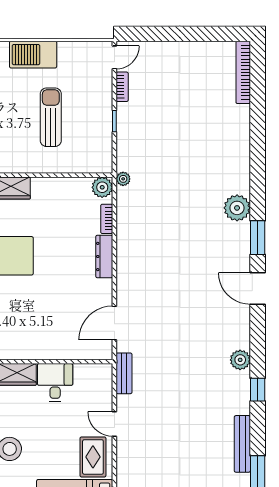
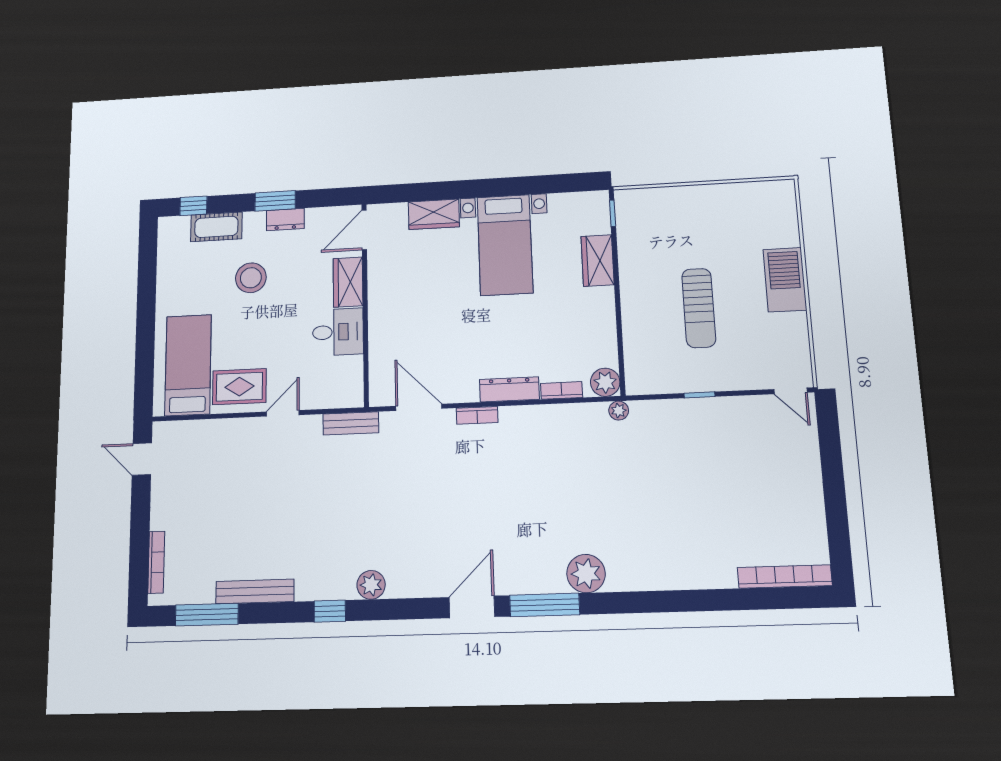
bookcase: (122, 87) -> (477, 415), moved
sun lounger: (51, 117) -> (699, 308), turned 90
window: (258, 238) -> (545, 605), width x1.44

